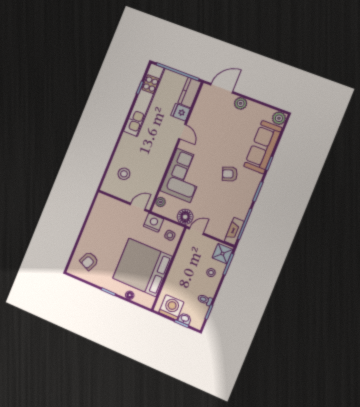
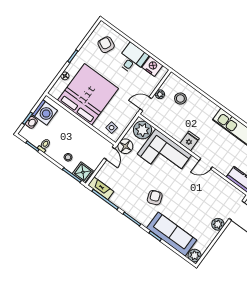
fridge: (180, 112) -> (190, 141), moved
plant: (125, 195) -> (160, 94), added
plant: (160, 202) -> (142, 130), width x1.87, depth x1.87
door: (138, 207) -> (146, 104), swing flipped
nightstand: (154, 223) -> (152, 66), moved, turned -90
desk: (97, 231) -> (132, 59), added

